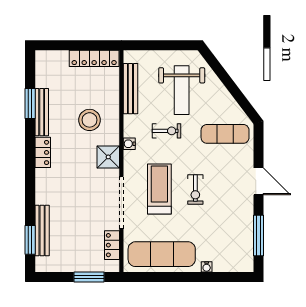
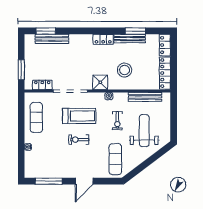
locker: (51, 59) -> (165, 45), added
weight bench: (182, 90) -> (144, 131), turned 90
exercise mat: (162, 254) -> (36, 117), width x0.73, depth x0.69

